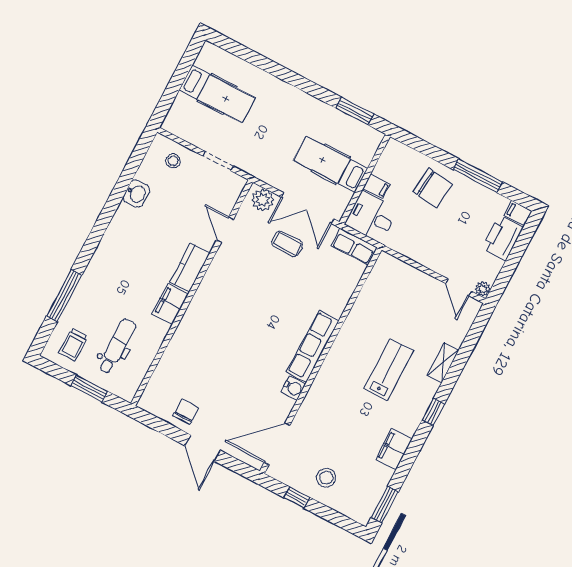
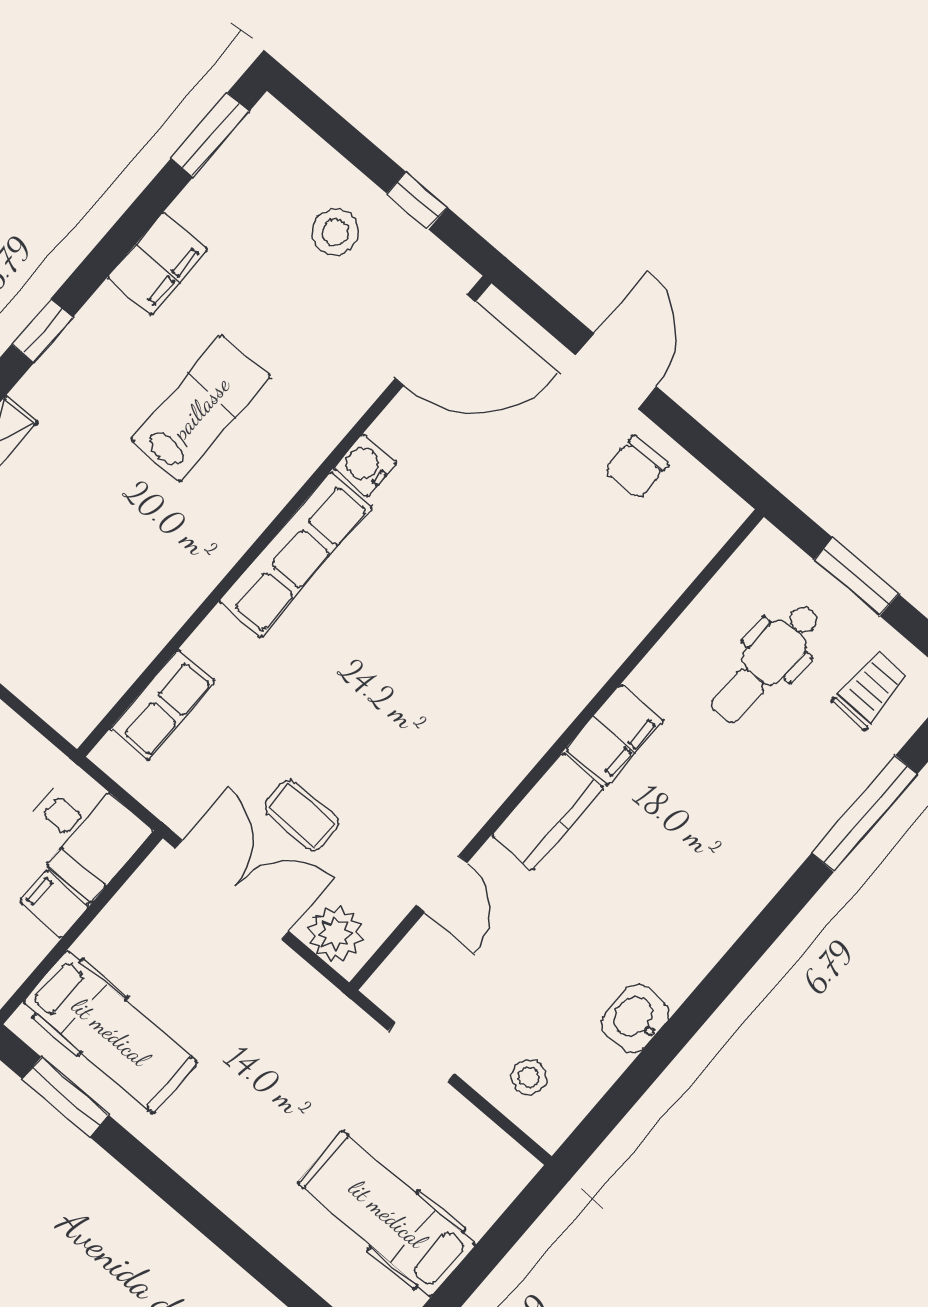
hospital bed: (331, 164) -> (110, 1032), moved
row of seats: (354, 247) -> (163, 705), moved, turned 90
lab bench: (389, 370) -> (201, 408), moved, turned 180

